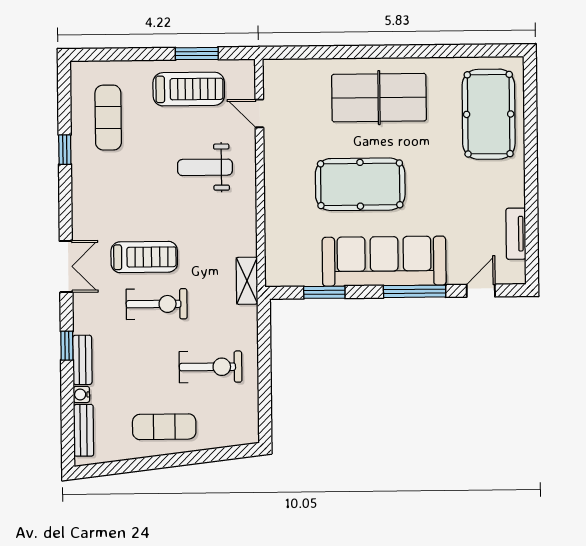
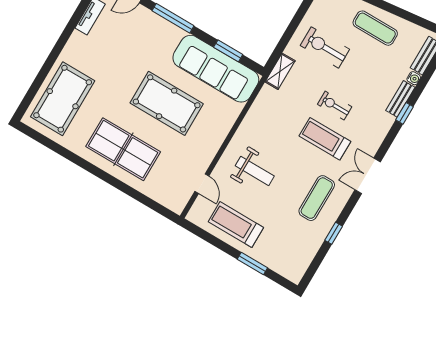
window: (197, 54) -> (252, 264), moved
exercise mat: (108, 118) -> (317, 198), moved
sofa: (384, 261) -> (216, 69), moved
double door: (66, 267) -> (368, 176), moved
shelving: (247, 281) -> (280, 71), moved
exercise bike: (157, 304) -> (335, 106), width x0.73, depth x0.72

